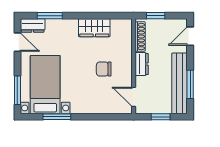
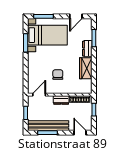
dresser: (33, 25) -> (87, 49), moved

